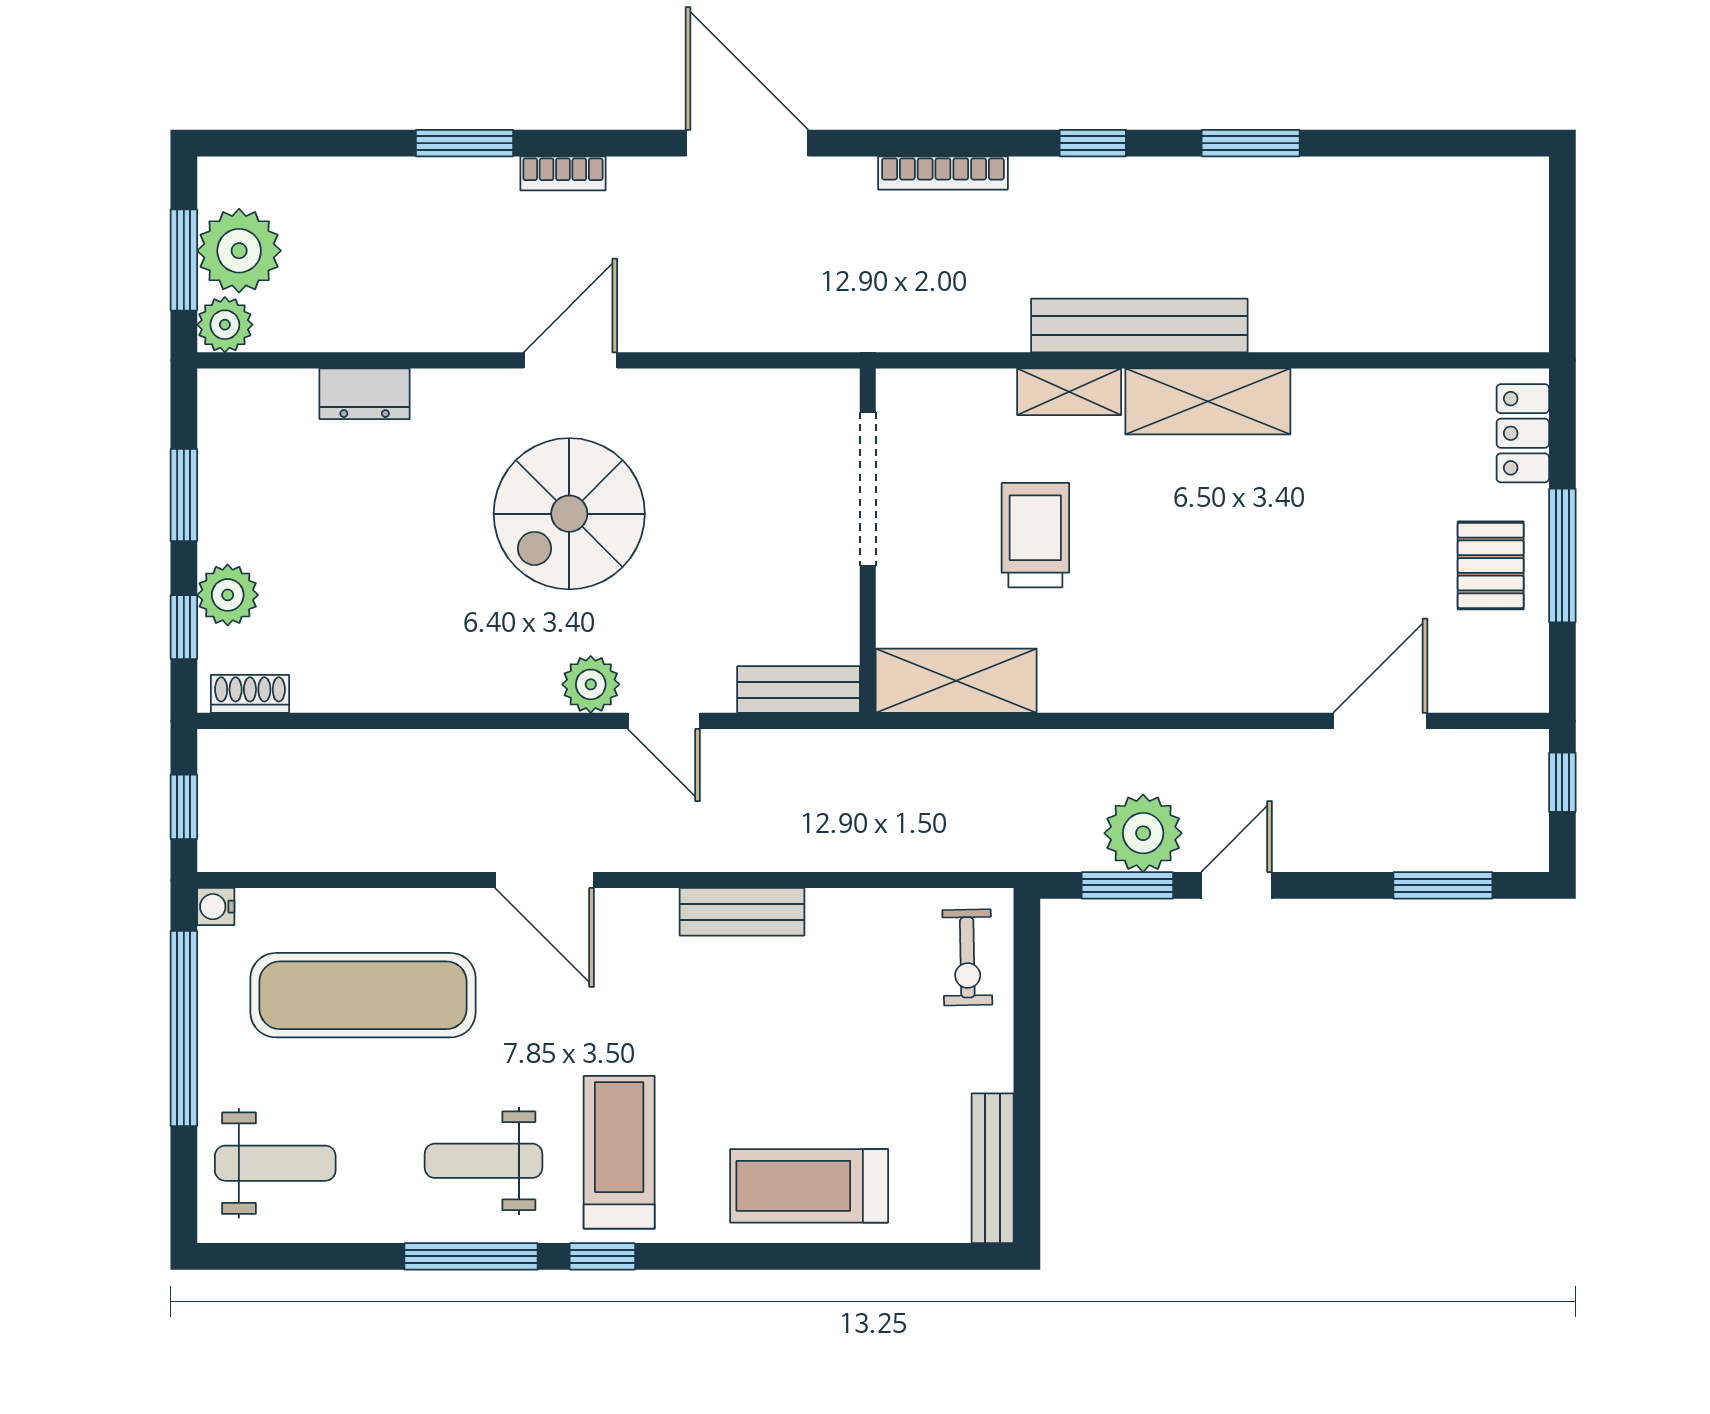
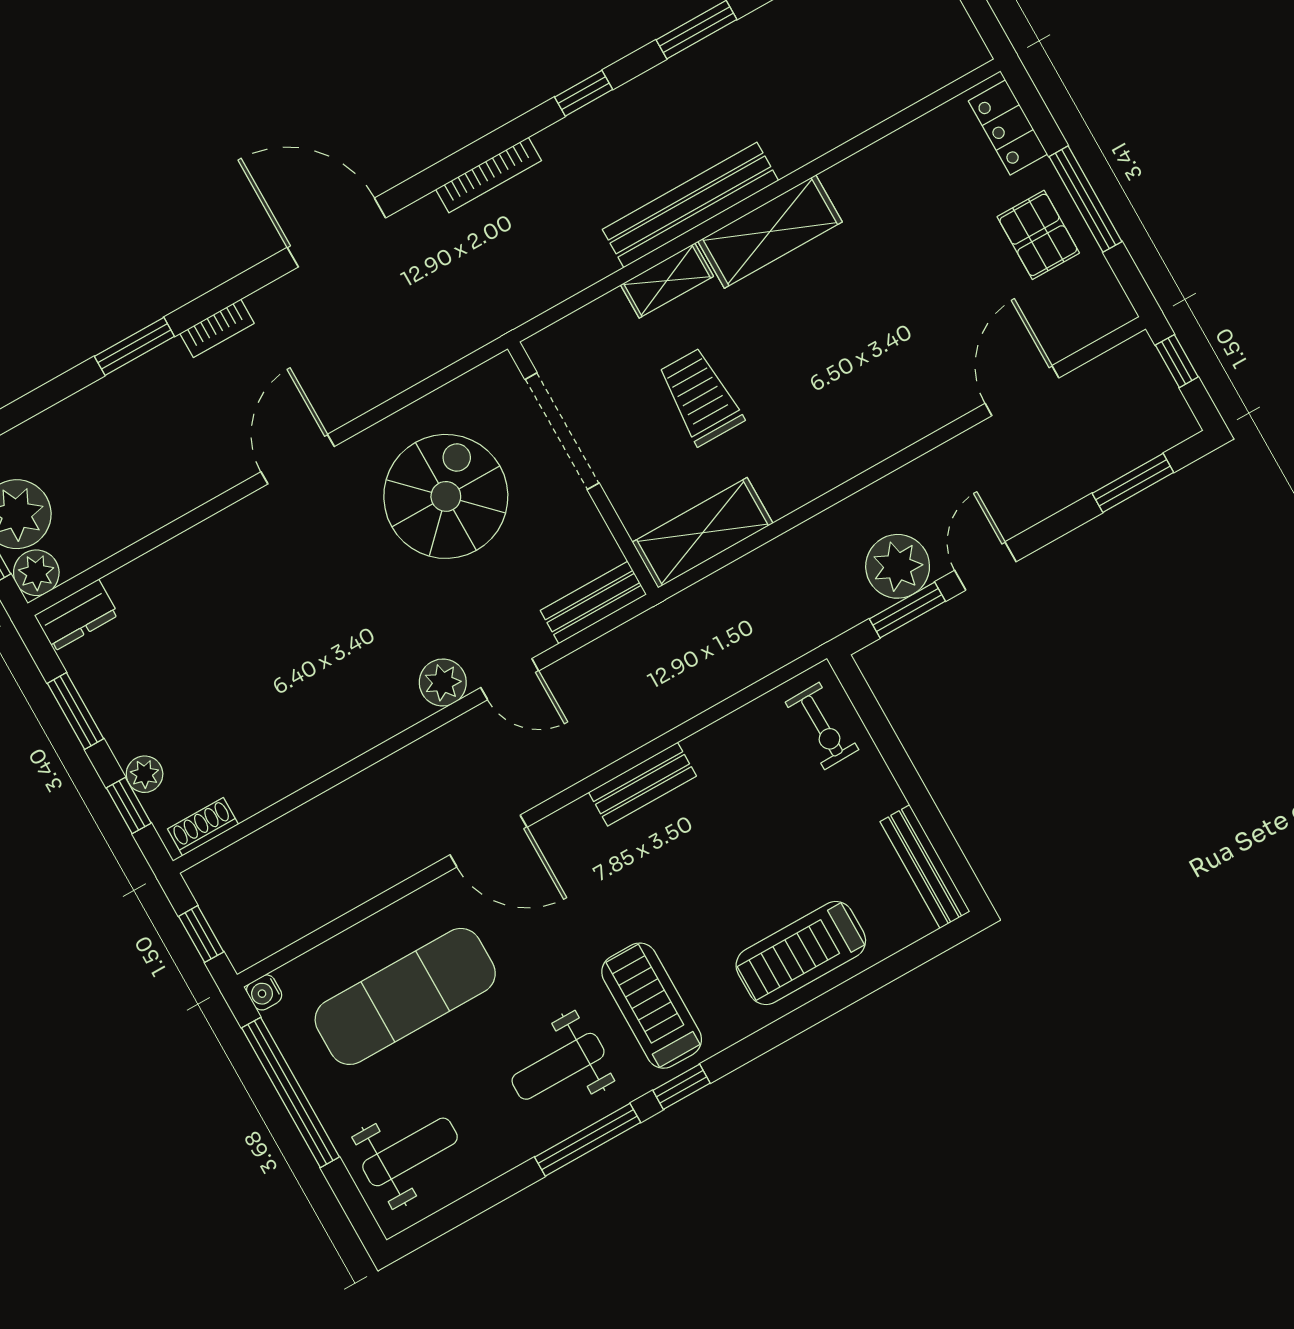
dresser: (365, 394) -> (76, 615), moved
spiral stairs: (569, 514) -> (446, 496), moved, turned 180
plant: (228, 595) -> (145, 774), width x0.73, depth x0.73

